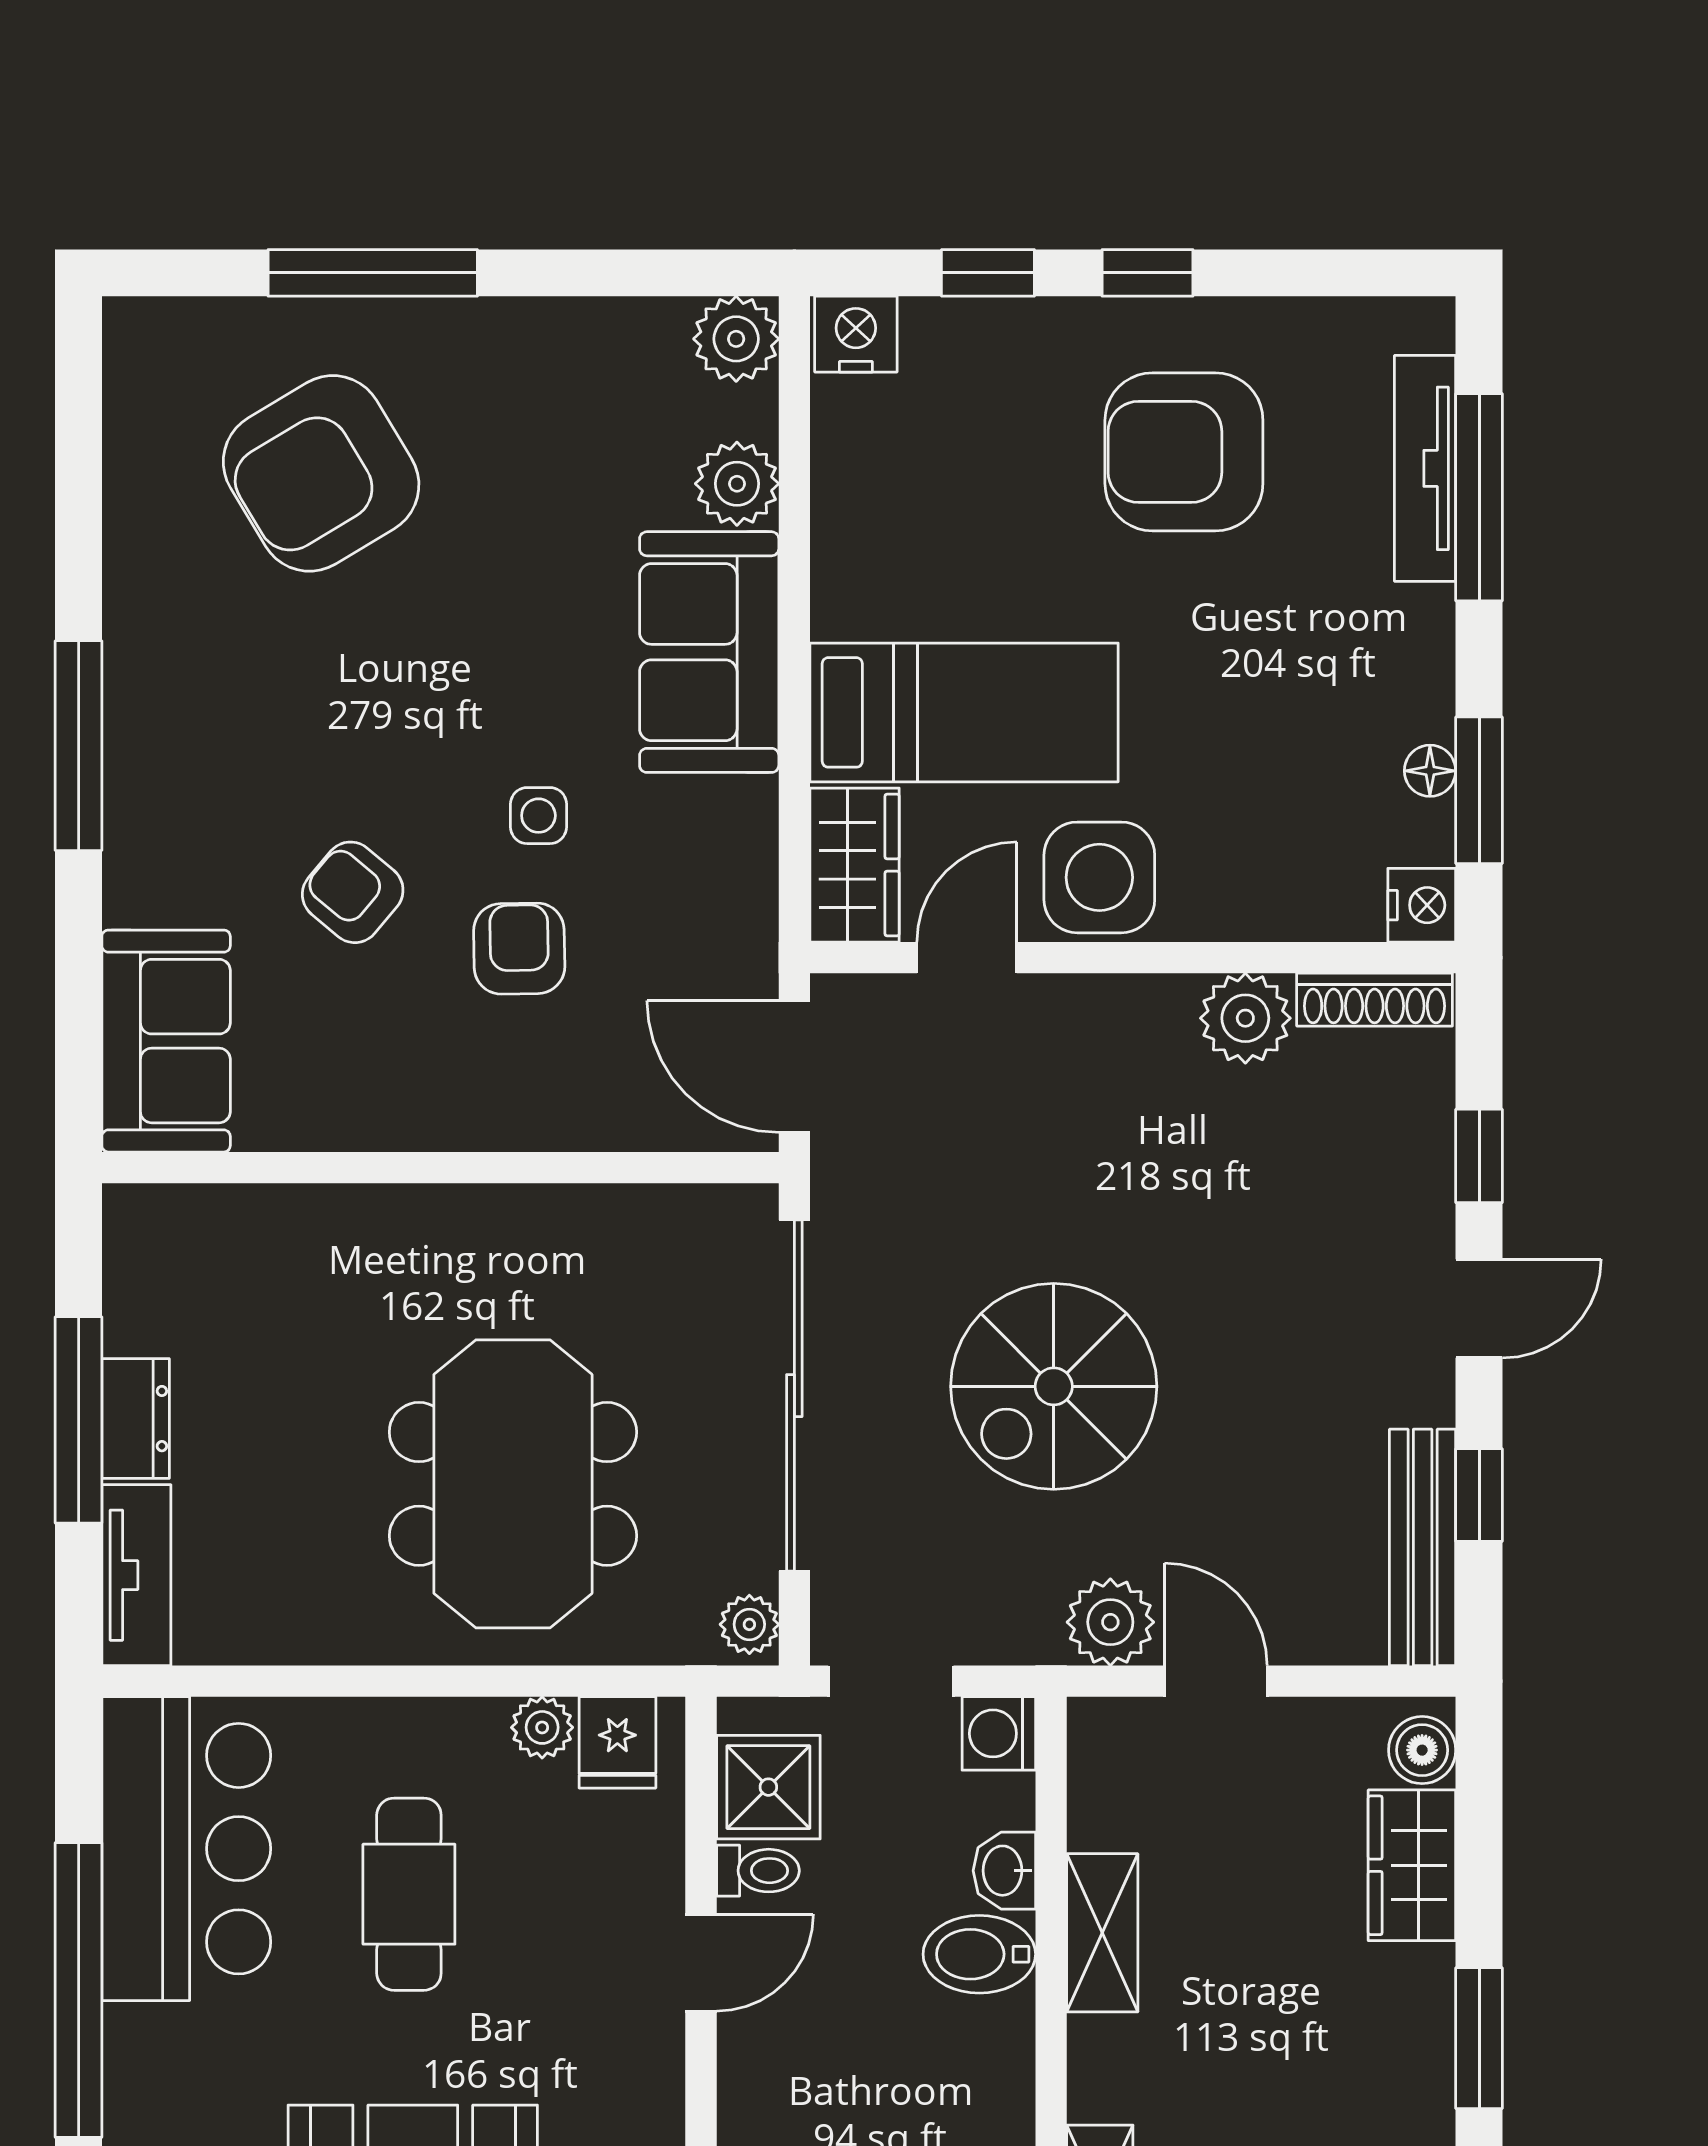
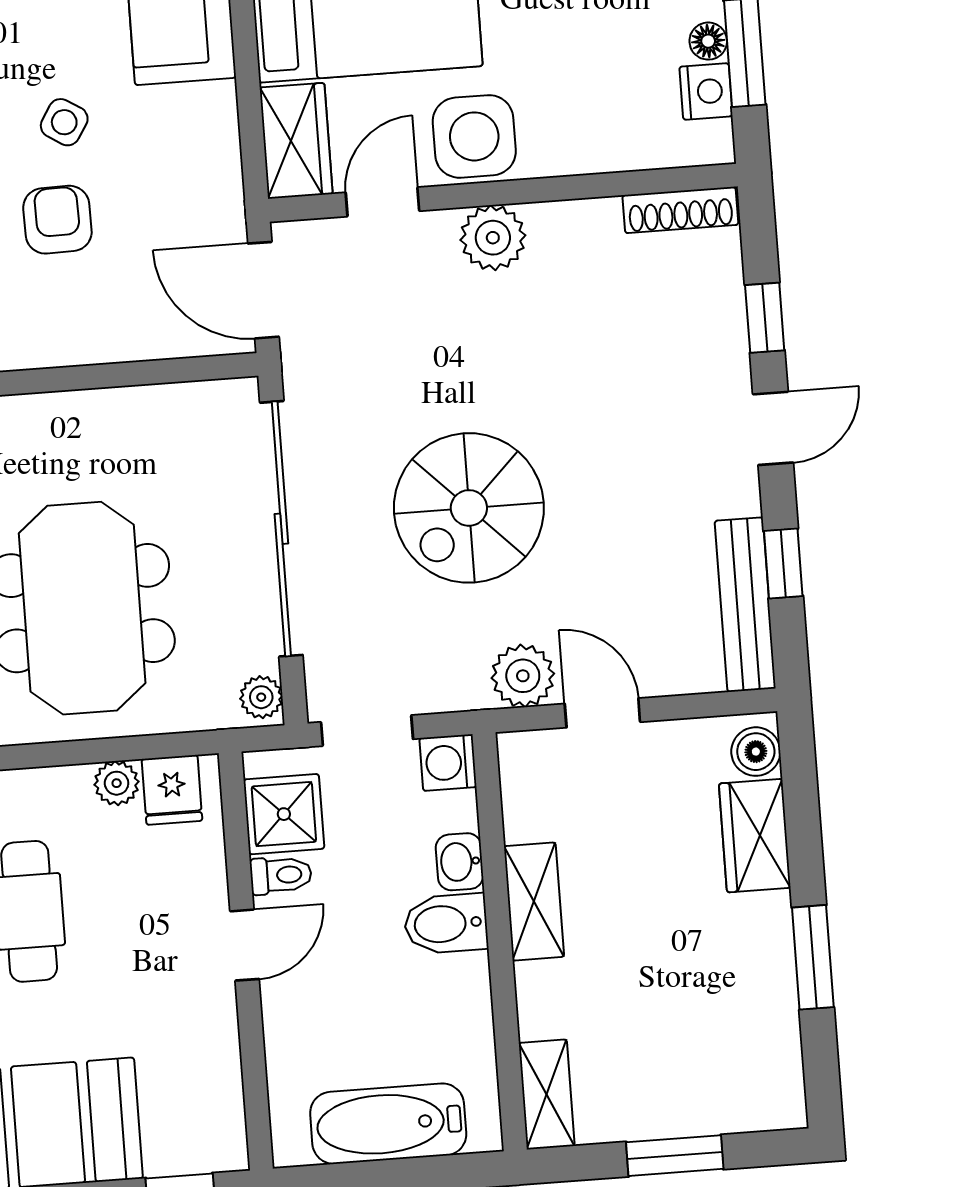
side table: (538, 816) -> (64, 122), turned 32
nightstand: (1422, 905) -> (706, 91), moved
plant: (1245, 1018) -> (493, 238), moved

